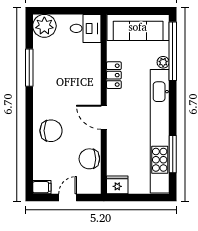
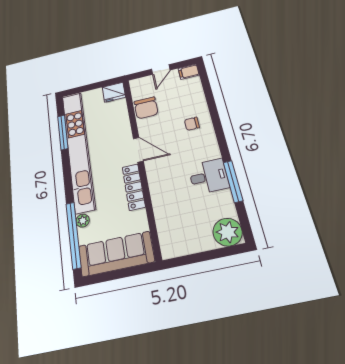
desk: (86, 28) -> (209, 177), moved, turned 180
locker: (114, 75) -> (134, 187), width x1.53
chair: (51, 131) -> (192, 124), width x0.54, depth x0.54
chair: (89, 159) -> (146, 108), turned 90

